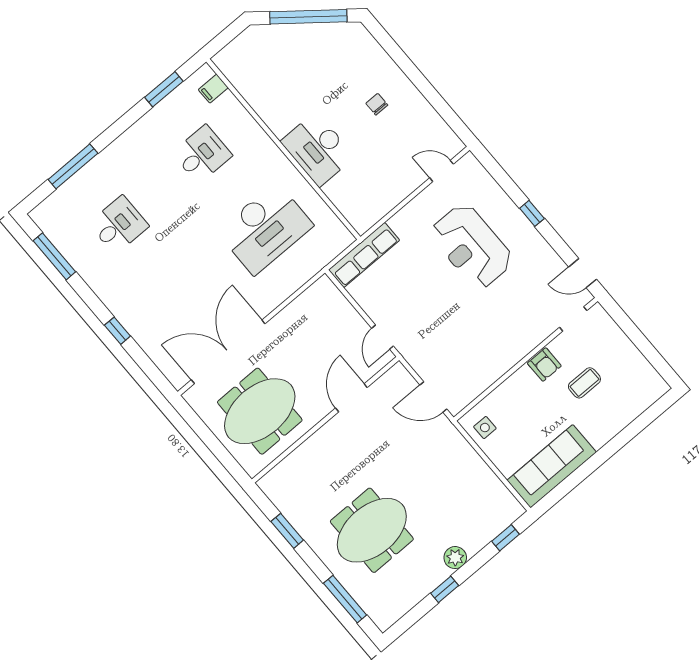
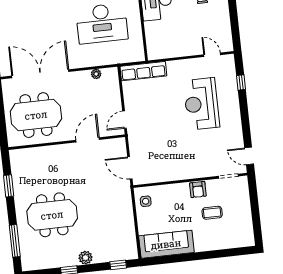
window: (532, 213) -> (241, 82), moved
plant: (303, 302) -> (96, 74), added

